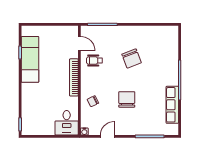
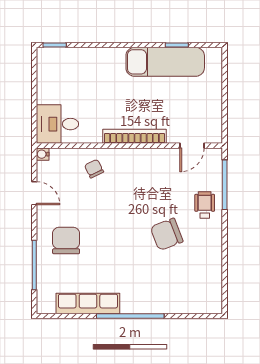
wheelchair: (94, 61) -> (205, 205), moved
chair: (127, 99) -> (66, 241), moved, turned -90

